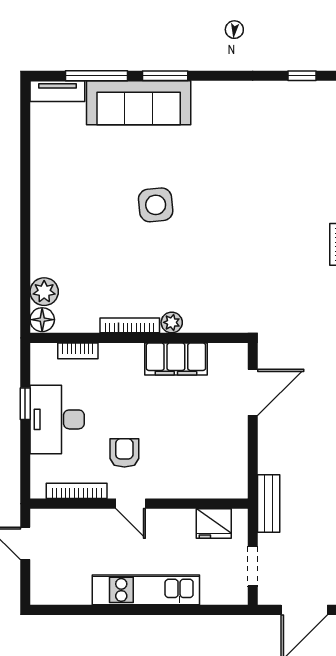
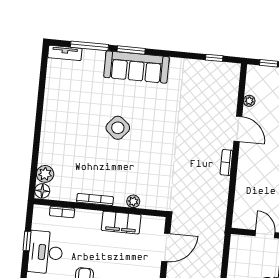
sofa: (139, 103) -> (137, 67), moved
side table: (156, 205) -> (118, 128), turned 45
plant: (172, 322) -> (133, 201), moved

